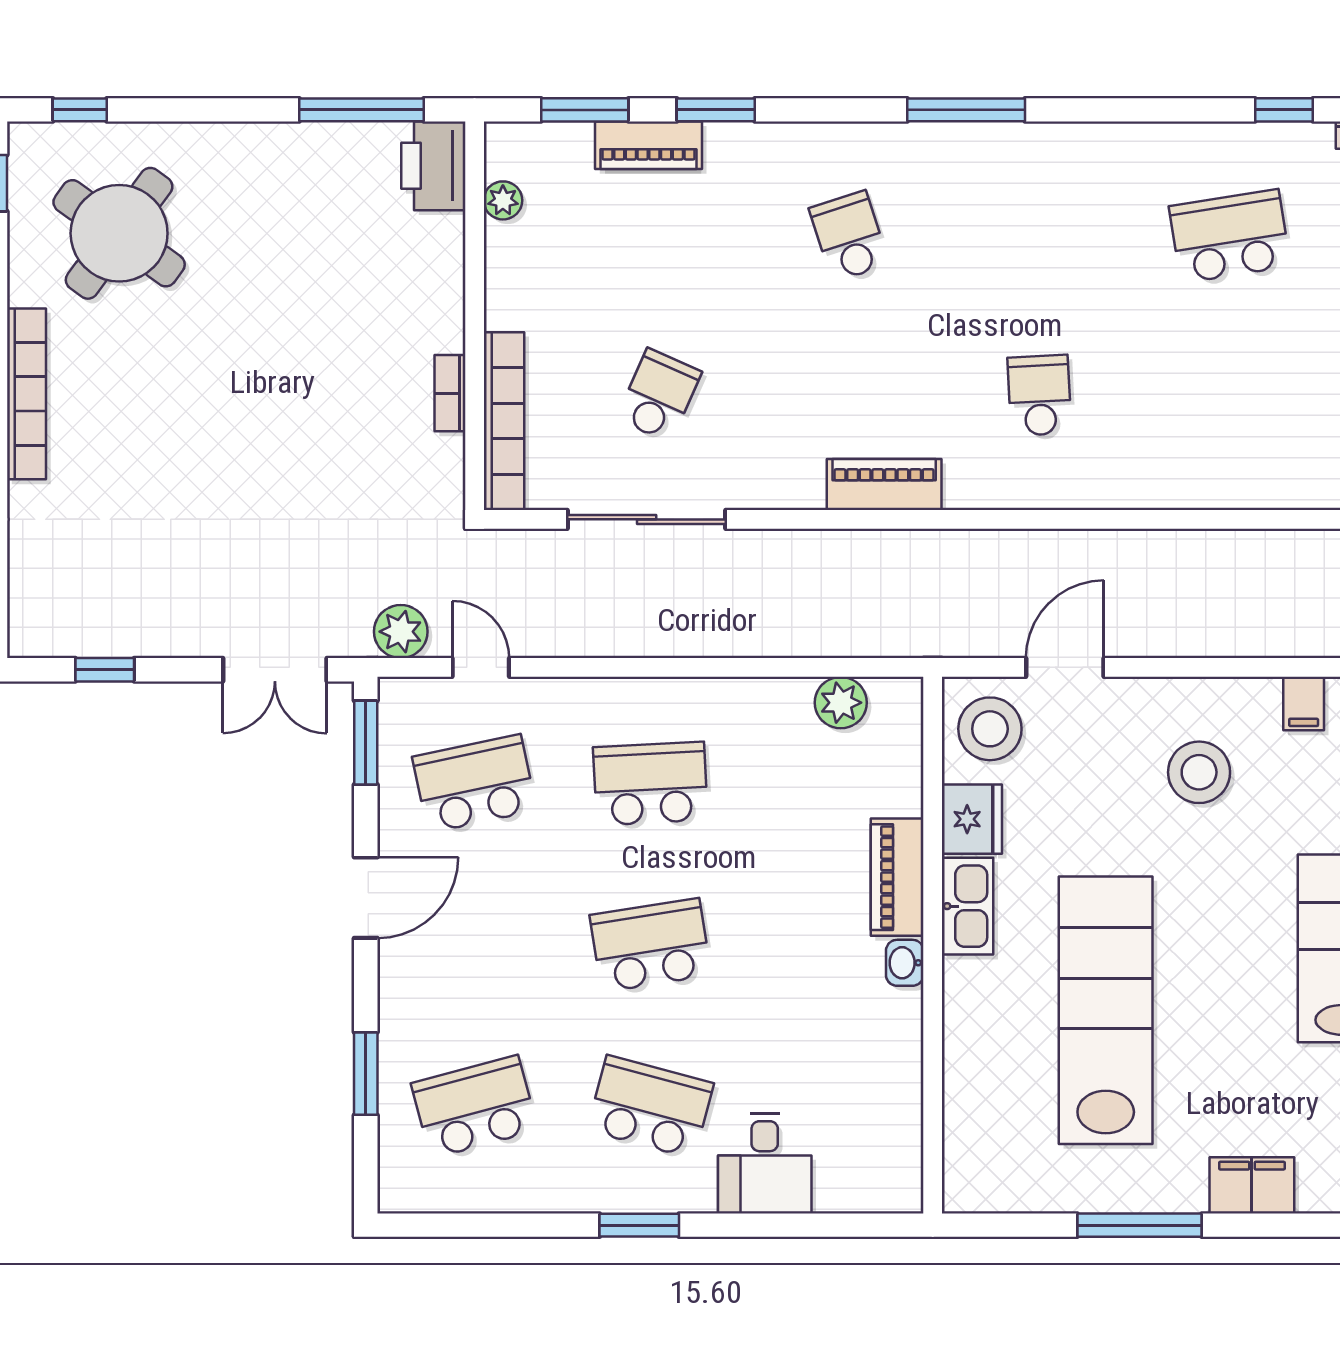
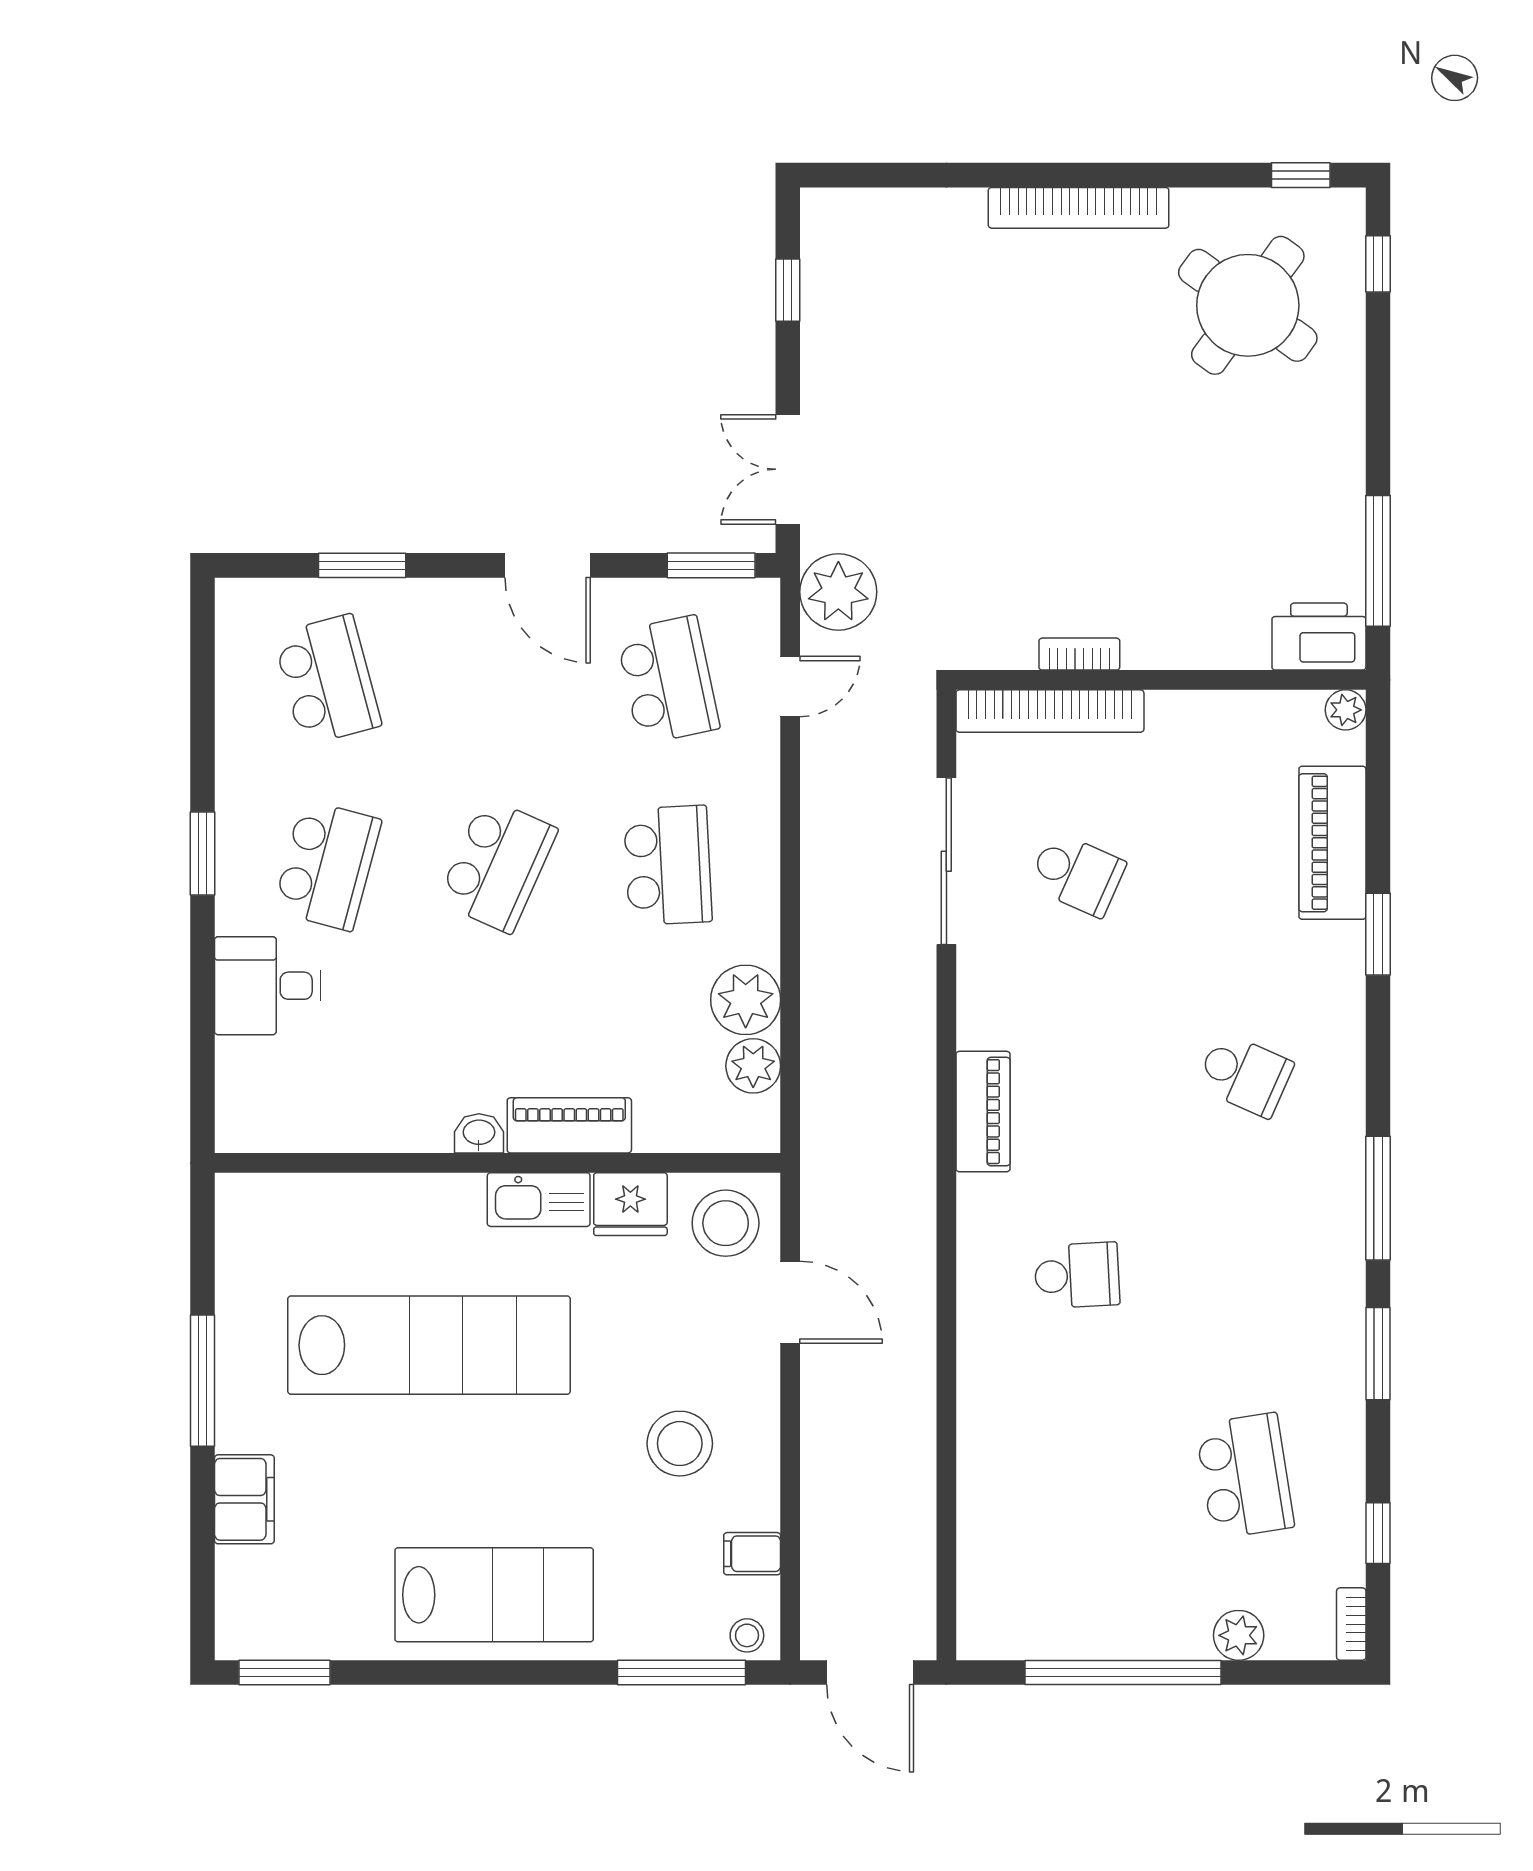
window: (585, 110) -> (1378, 1354), moved
piano: (649, 145) -> (1332, 843), width x1.37, depth x1.33
plant: (503, 200) -> (1346, 710), moved
school desk: (849, 236) -> (1245, 1075), turned 42
plant: (401, 632) -> (838, 592), width x1.36, depth x1.36
plant: (778, 710) -> (746, 1000), added
school desk: (650, 945) -> (498, 865), turned 33

